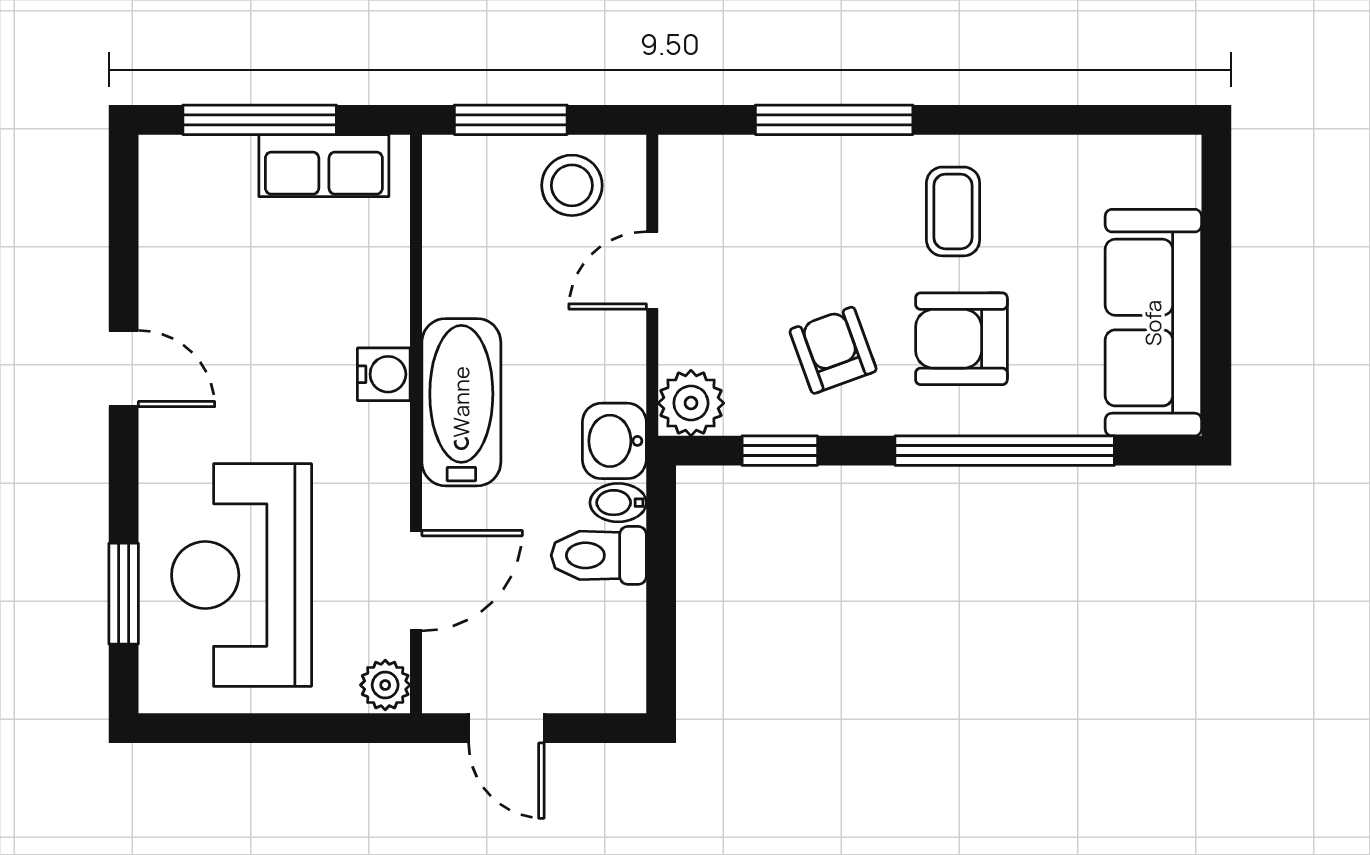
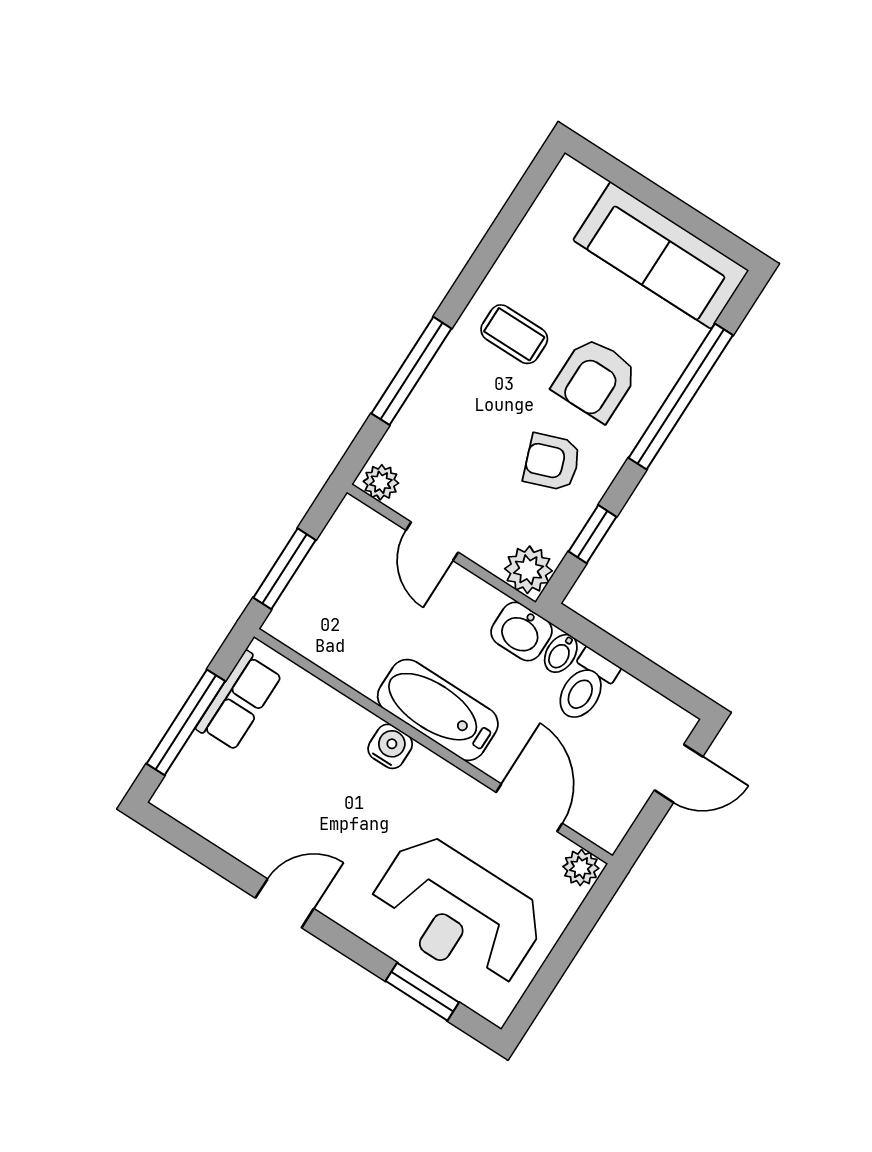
plant: (683, 167) -> (381, 482), added
stool: (572, 185) -> (349, 557), removed
door: (506, 728) -> (679, 773), moved

